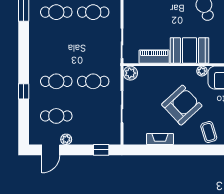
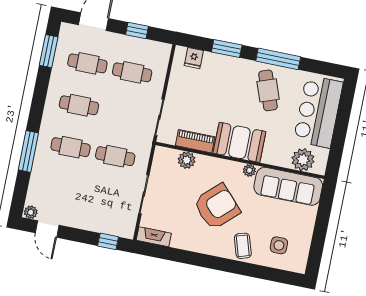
plant: (130, 73) -> (187, 160), moved
window: (24, 91) -> (28, 151), width x2.17
cafe table: (56, 116) -> (79, 105), moved
plant: (66, 139) -> (31, 212), moved
fireplace: (160, 139) -> (154, 237), moved
door: (51, 150) -> (47, 229), hinge flipped

